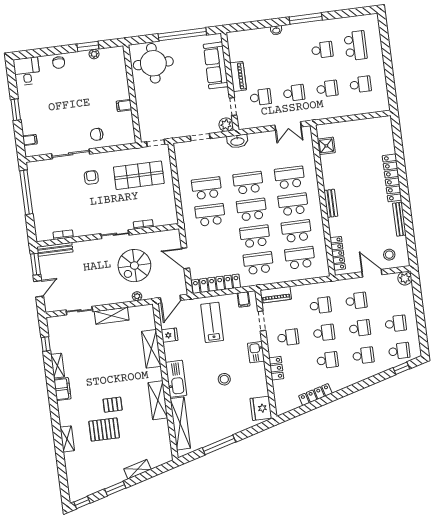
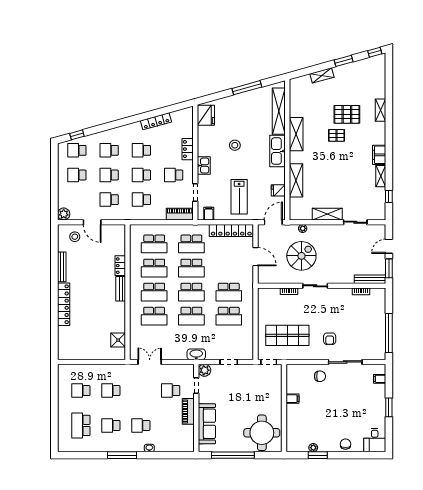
school desk: (294, 93) -> (141, 425), moved
locker: (338, 253) -> (120, 266), moved, width x0.66

